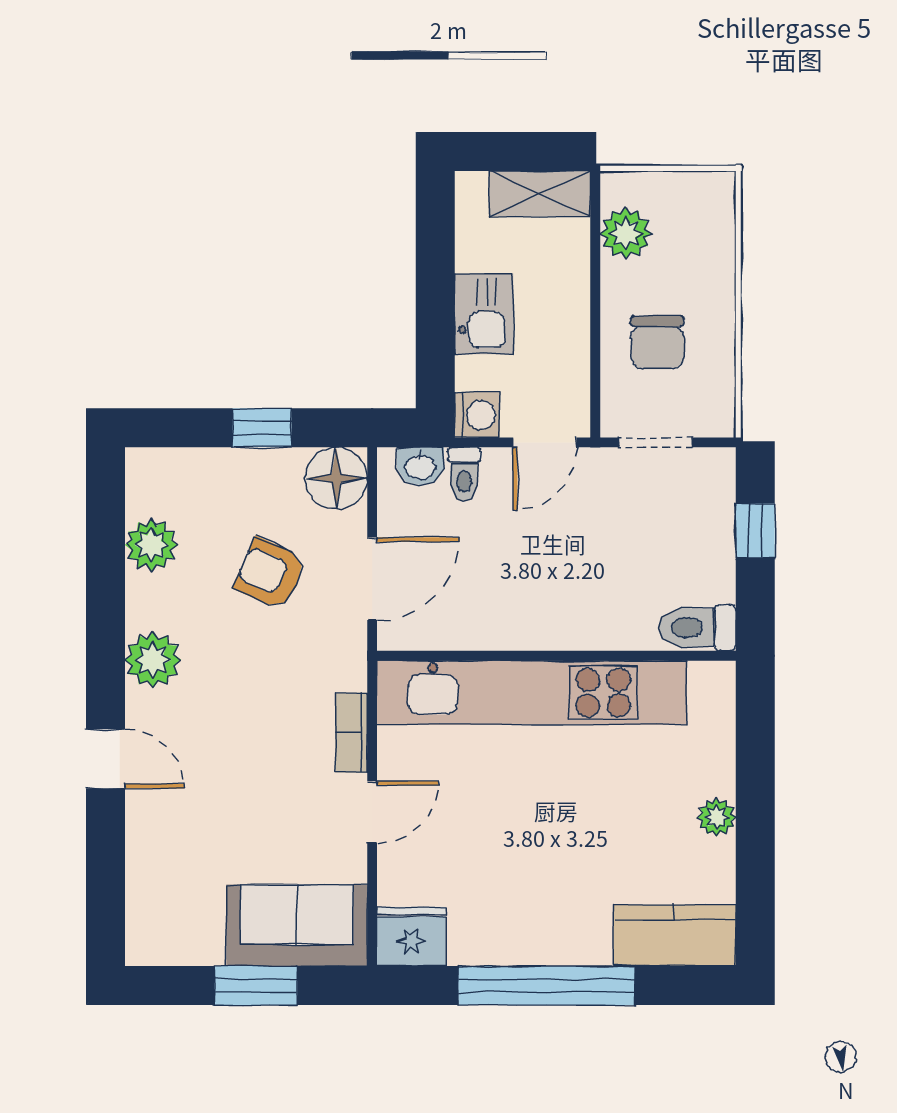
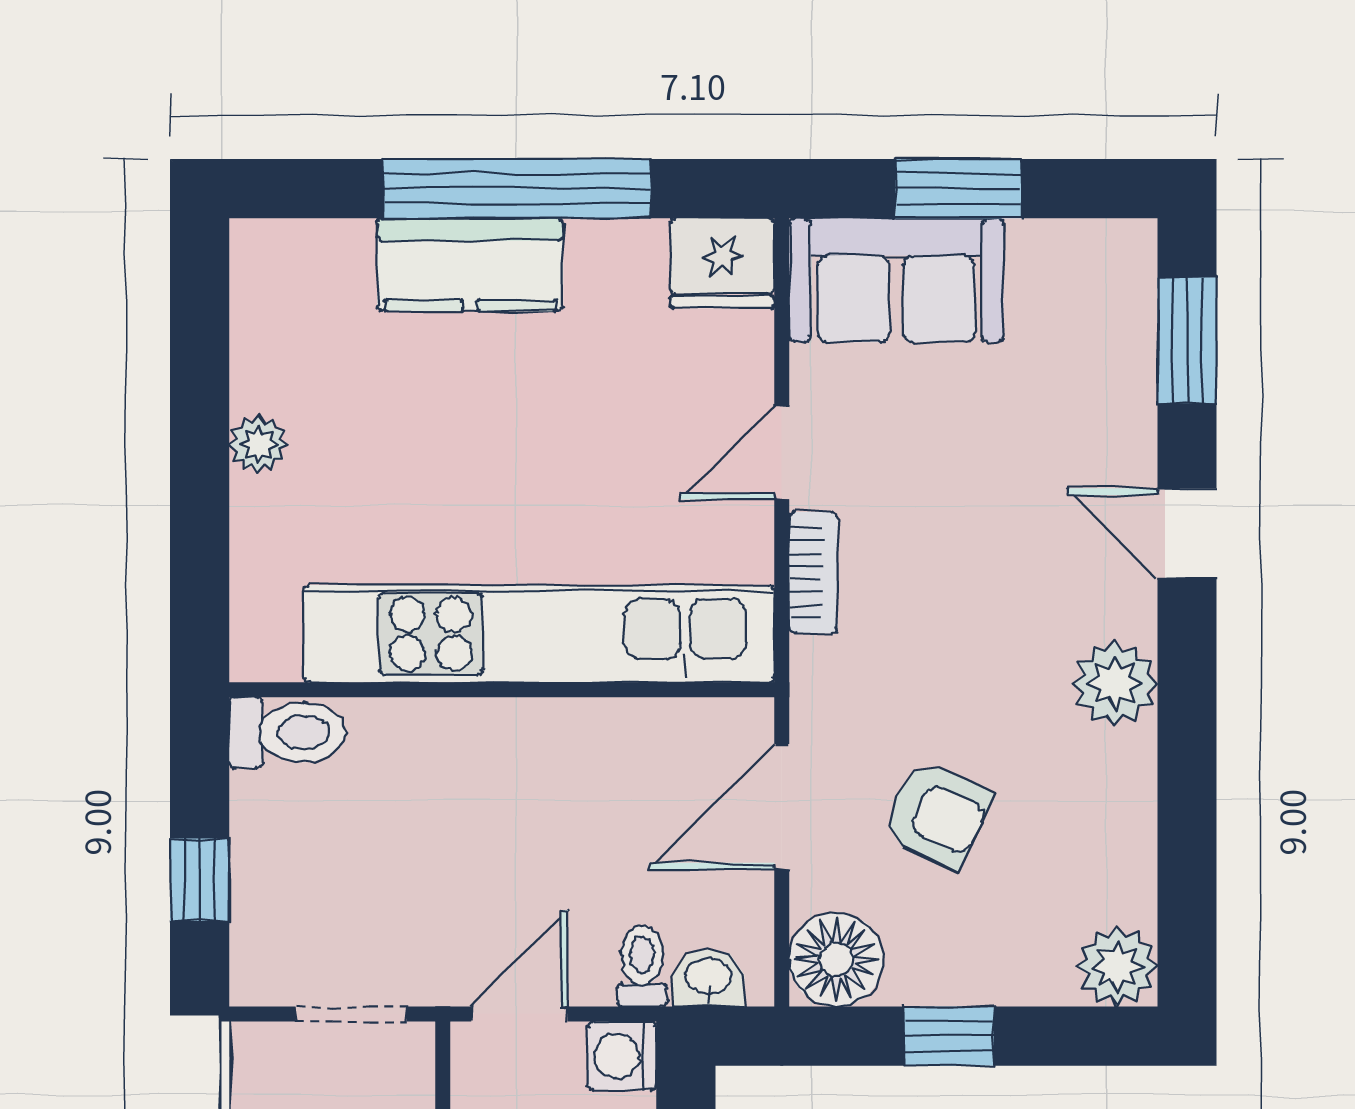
plant: (151, 545) -> (1117, 966), moved
window: (105, 886) -> (1187, 340), added
kitchen counter: (675, 936) -> (470, 265), moved

